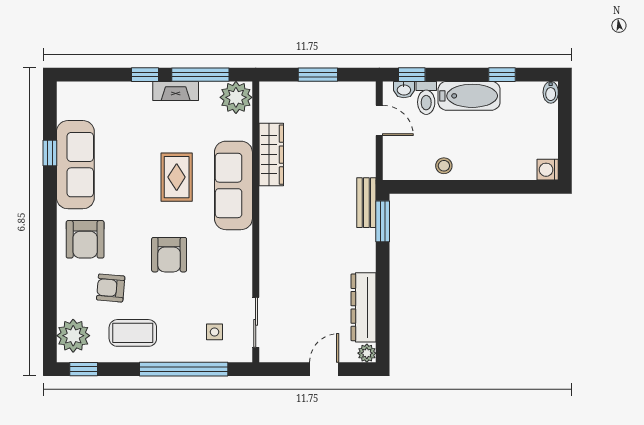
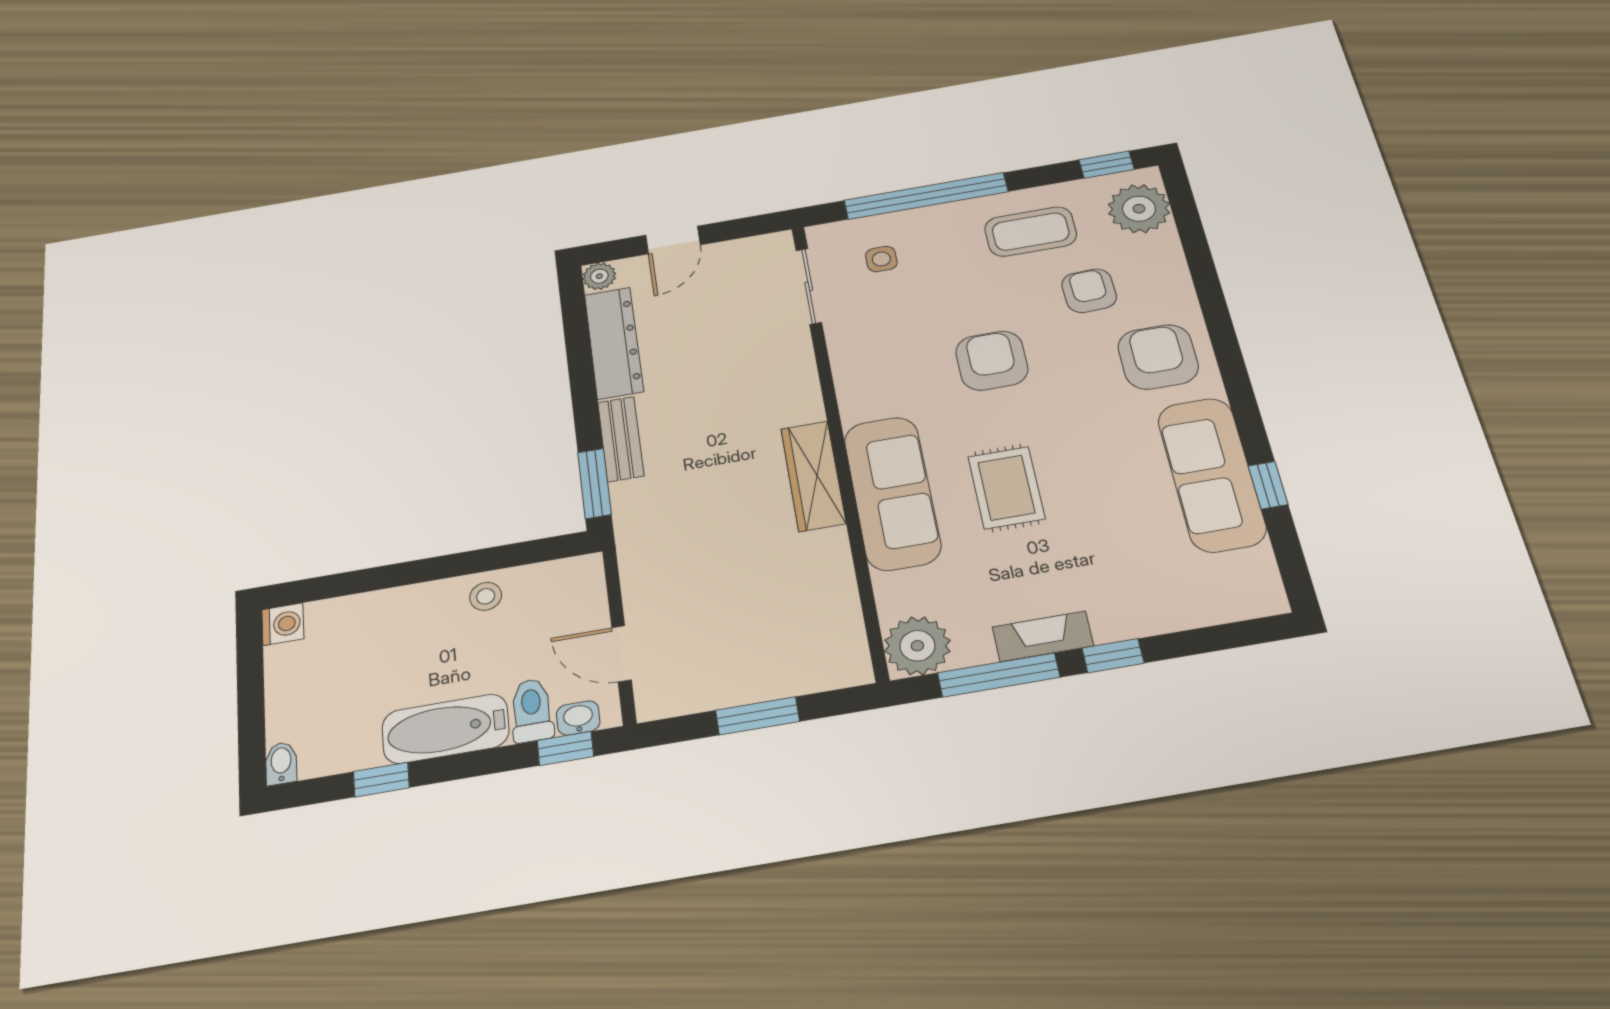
wardrobe: (271, 155) -> (813, 476), moved
bench: (366, 203) -> (621, 439), moved
armchair: (111, 288) -> (1089, 291), turned -97

